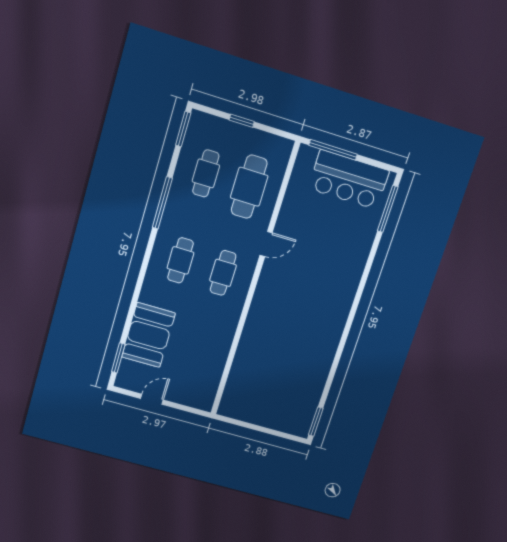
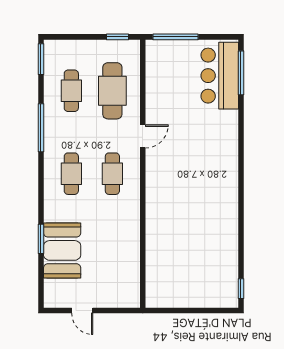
window: (242, 121) -> (117, 37), moved
bar counter: (349, 180) -> (220, 76), moved, turned 90
window: (118, 358) -> (41, 239), moved
door: (152, 399) -> (82, 310), swing flipped
window: (316, 422) -> (241, 289), width x0.67

